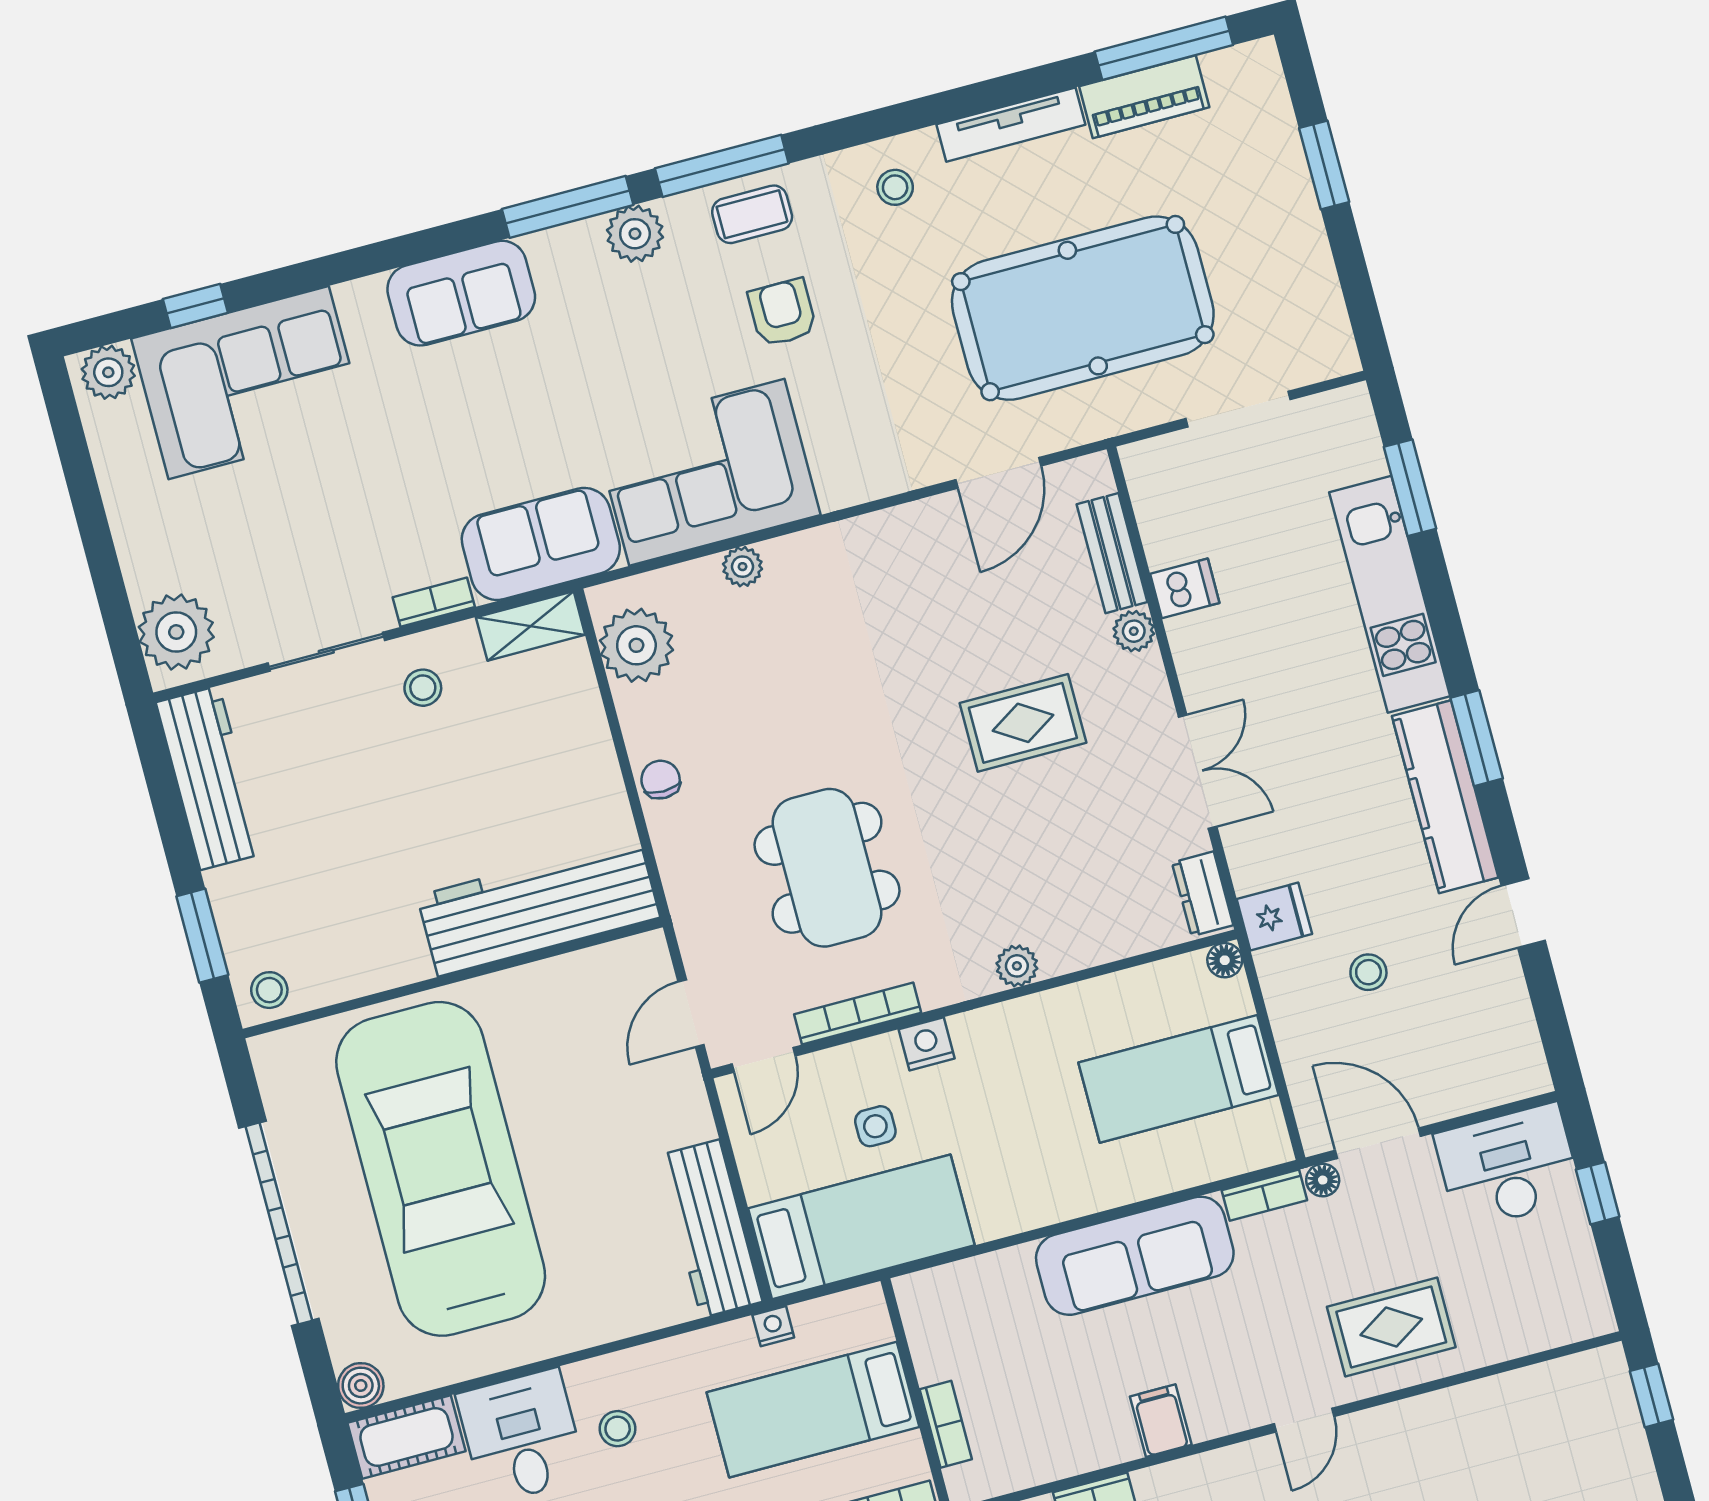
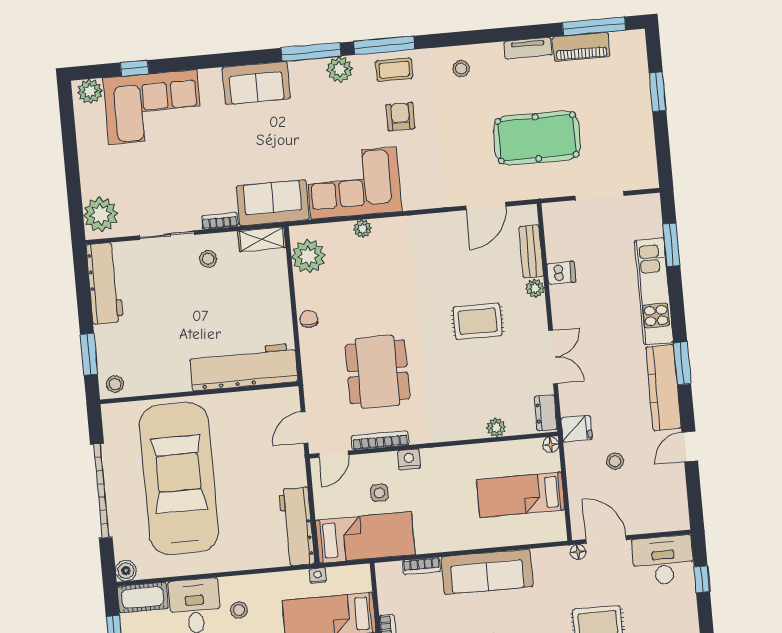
tv unit: (1011, 125) -> (528, 48), width x0.71
pool table: (1083, 308) -> (537, 138), width x0.73, depth x0.76
plant: (1017, 966) -> (496, 427), moved
bookcase: (1264, 1195) -> (421, 566), moved

